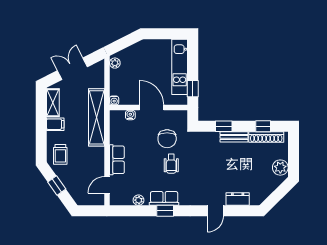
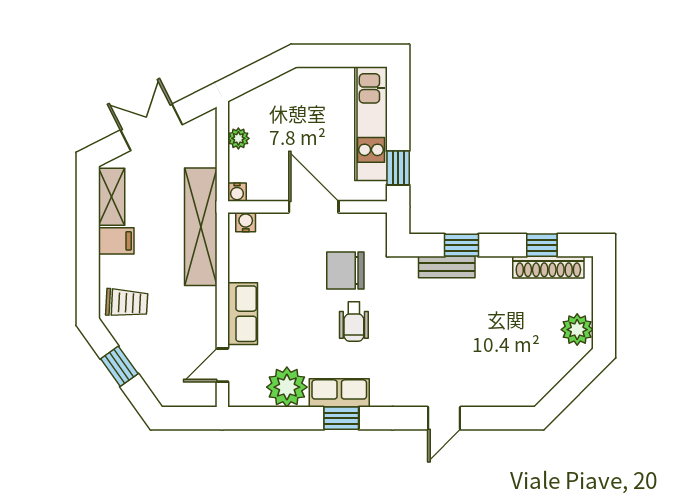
plant: (115, 63) -> (238, 138), moved
water cooler: (130, 115) -> (246, 222), moved
bench: (234, 137) -> (447, 267), moved
chair: (167, 139) -> (345, 270), turned 90
trolley: (60, 154) -> (127, 303), turned -87
dresser: (238, 199) -> (490, 394), removed
plant: (138, 200) -> (287, 387), width x1.88, depth x1.88

